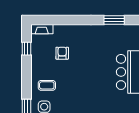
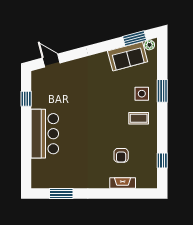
fireplace: (42, 29) -> (123, 183), moved

